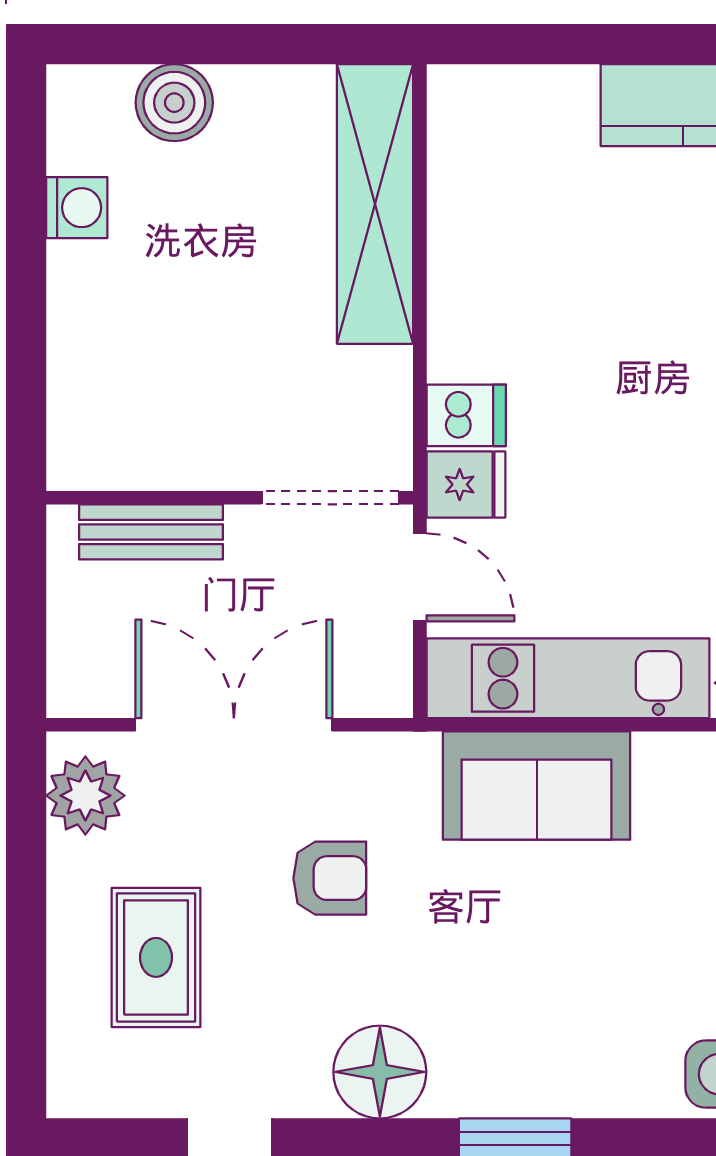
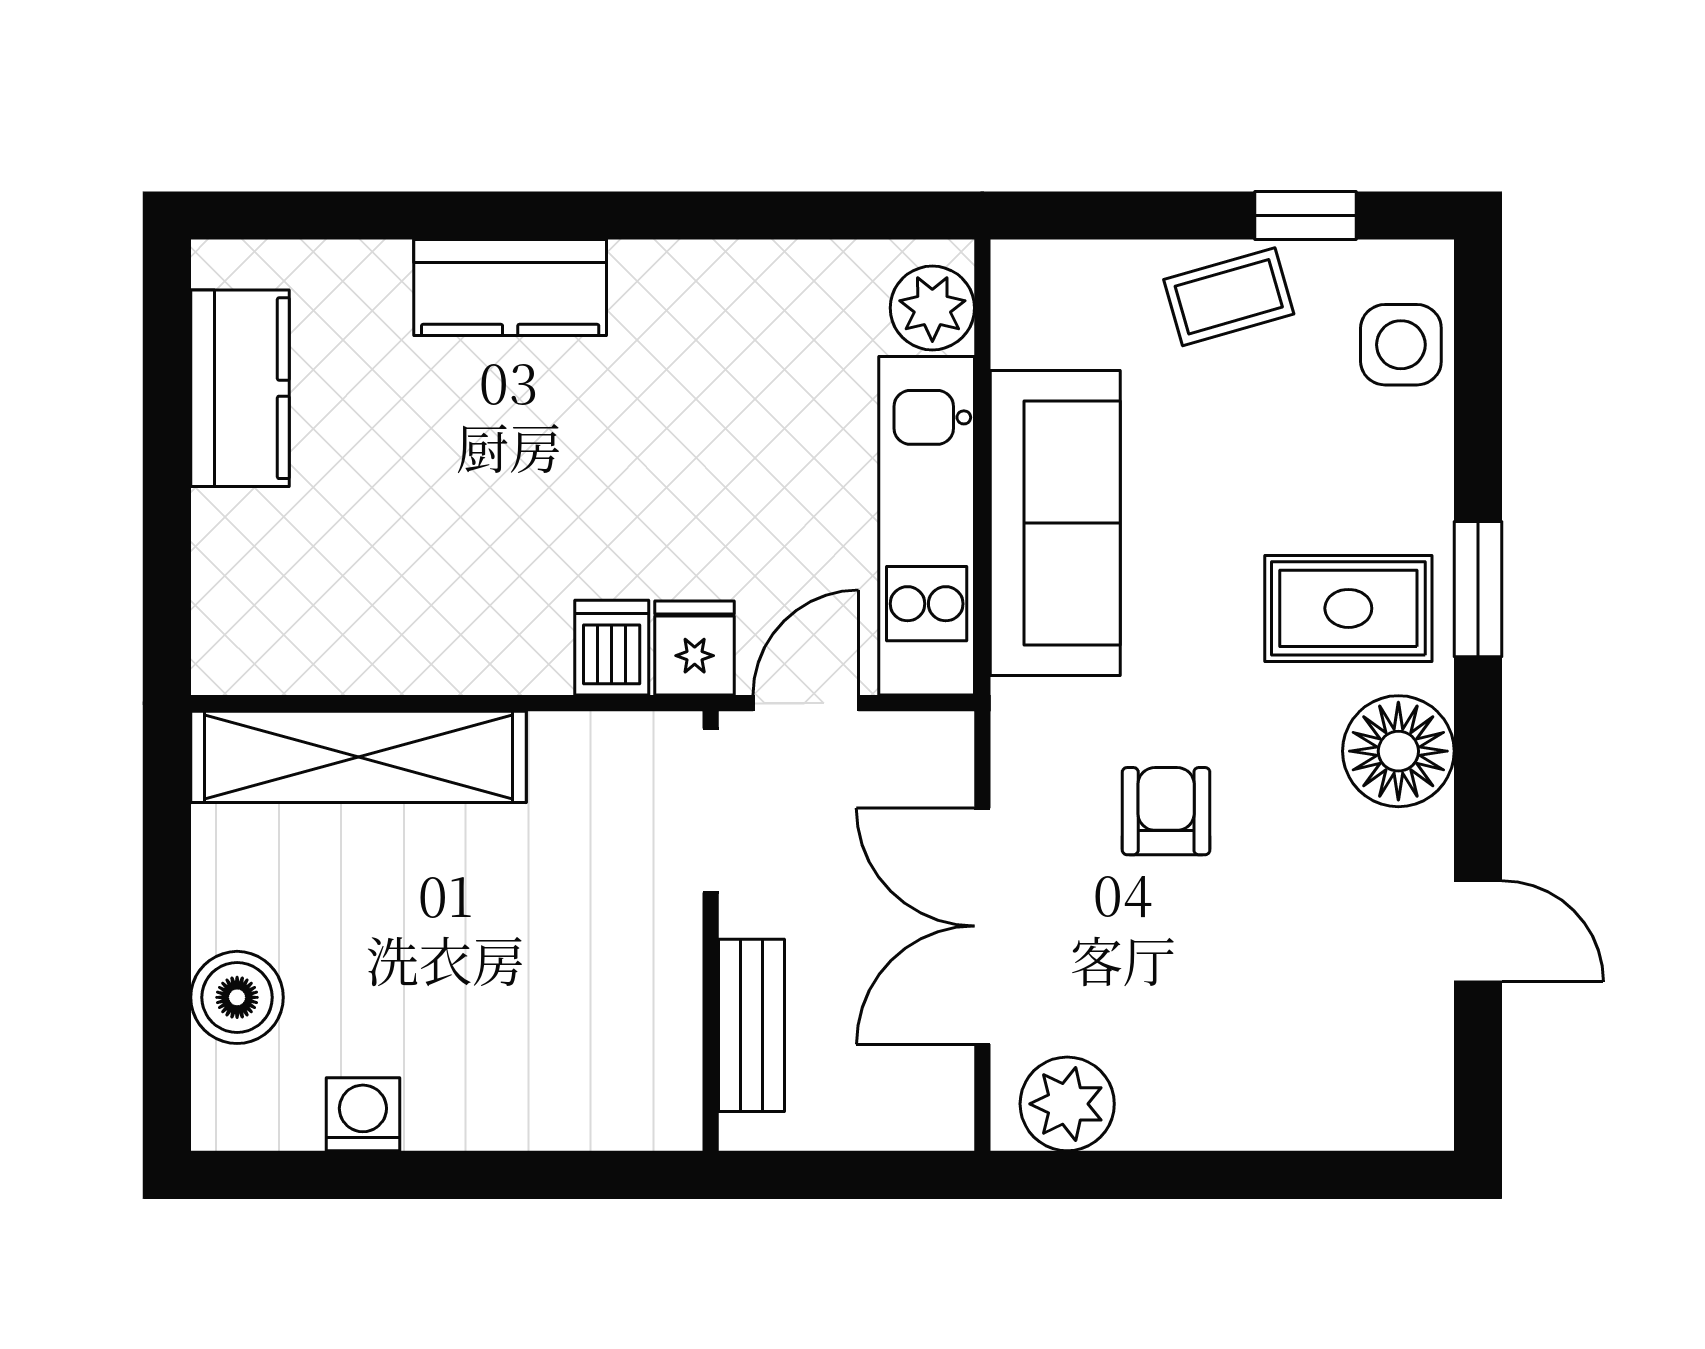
sofa: (537, 786) -> (1055, 523), width x1.36
rug: (156, 957) -> (1348, 608), moved

